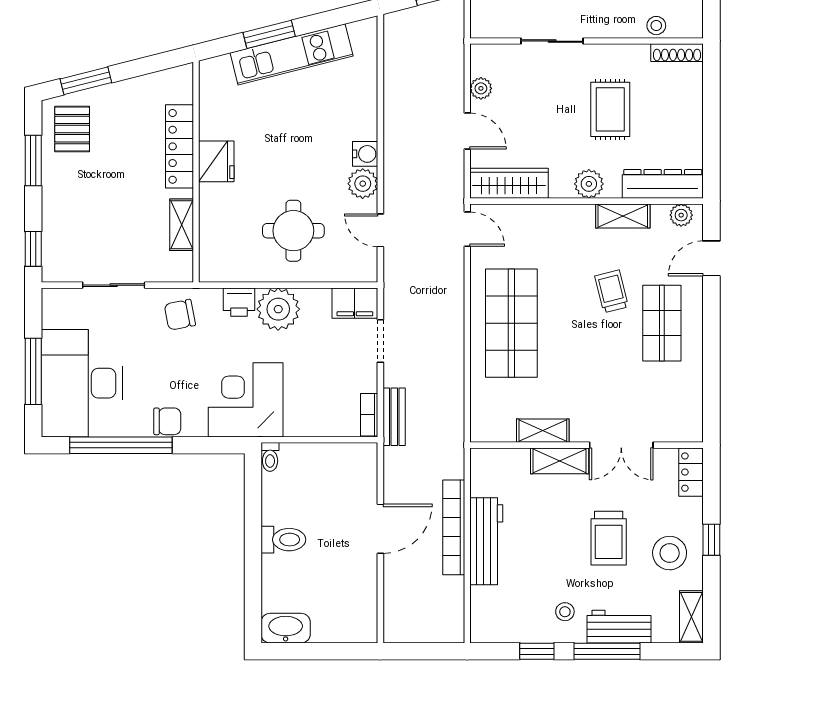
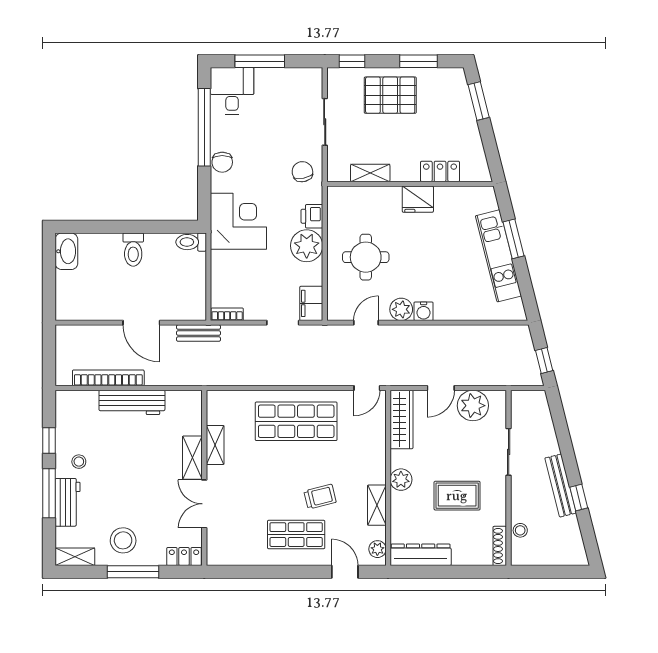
plant: (481, 88) -> (473, 406), width x1.88, depth x1.88
pallet: (72, 129) -> (390, 95), moved, width x1.50, depth x1.42
locker: (179, 146) -> (440, 171), width x0.66
dresser: (663, 184) -> (421, 555), moved, turned -90
desk: (82, 383) -> (232, 91), width x0.53, depth x0.77
bench: (394, 417) -> (198, 333), moved
toilet: (270, 457) -> (191, 242), width x1.37, depth x1.39
bookcase: (454, 527) -> (108, 378), moved
trolley: (609, 538) -> (134, 495), removed
window: (711, 540) -> (133, 572), width x2.17

